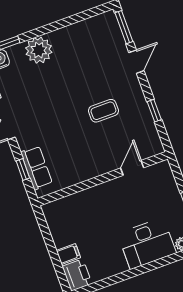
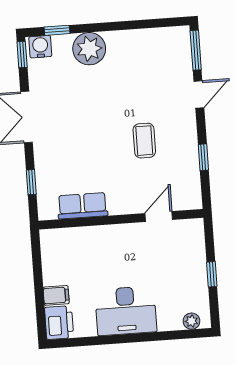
coffee table: (103, 111) -> (144, 141), turned 90
row of seats: (36, 168) -> (82, 206), moved, turned -90
desk: (147, 243) -> (126, 311), moved

